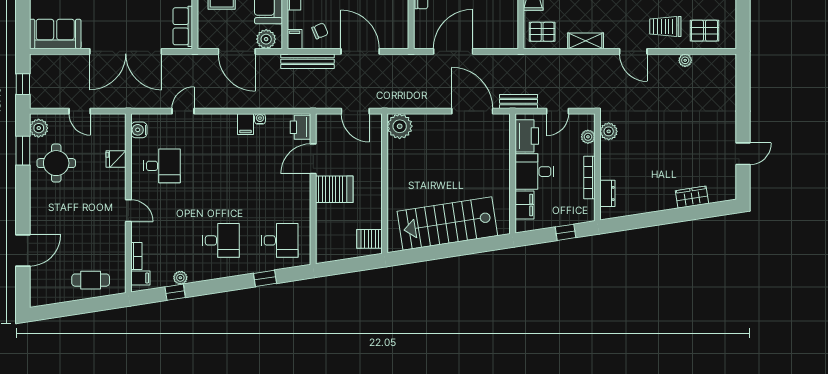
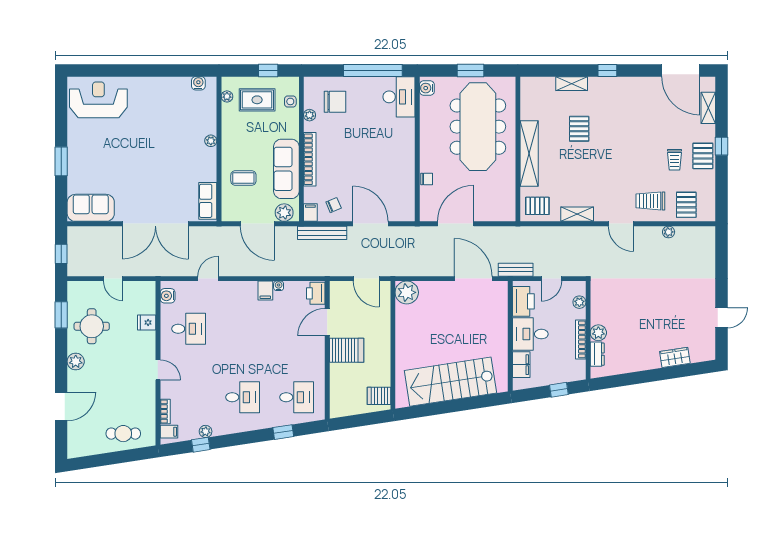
pallet: (704, 31) -> (686, 205), turned 90
plant: (39, 128) -> (76, 362), moved
plant: (609, 131) -> (598, 333), moved

